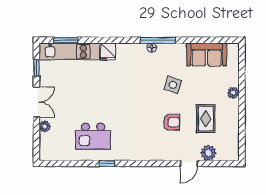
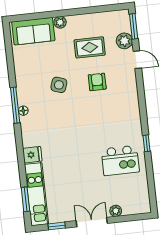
sofa: (207, 54) -> (33, 31), moved, turned 90
kitchen island: (93, 136) -> (120, 160), turned 90
window: (221, 163) -> (134, 26), added

